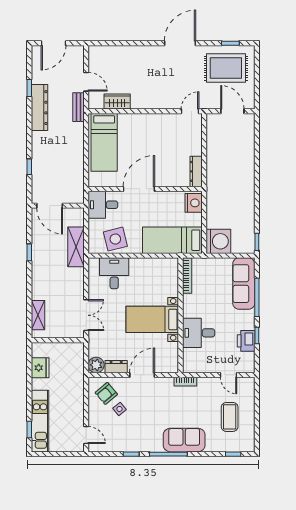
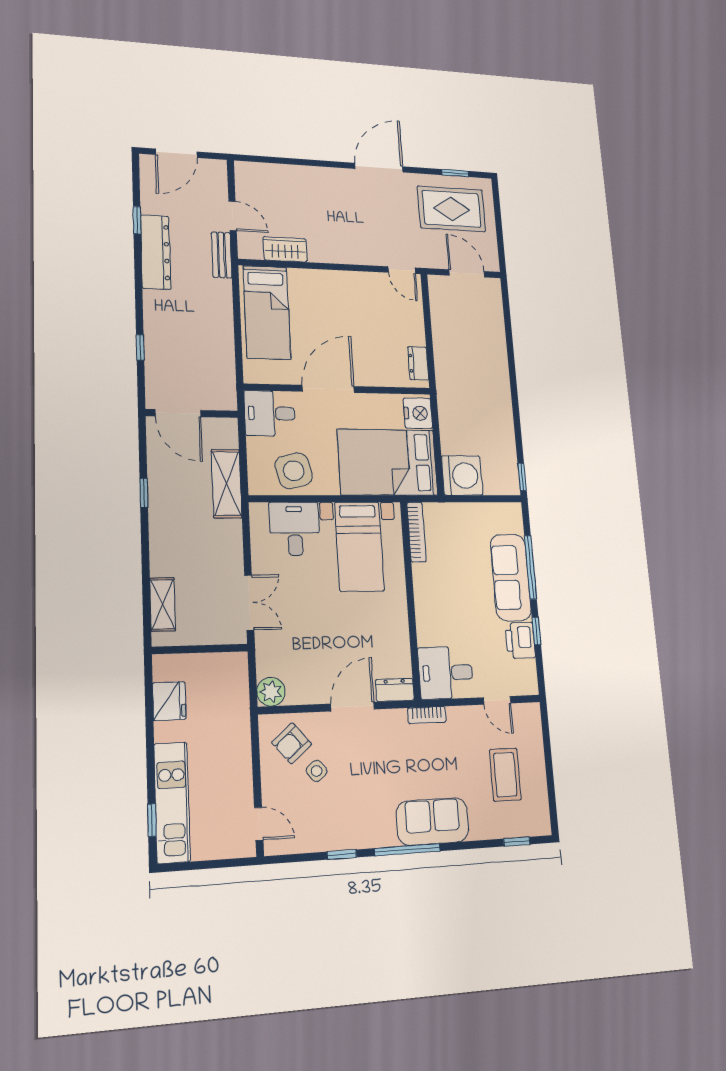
door: (190, 111) -> (402, 270), swing flipped
dresser: (196, 171) -> (418, 363), width x0.70
bed: (172, 240) -> (388, 462), width x1.50
sofa: (244, 284) -> (511, 577), moved
bed with nightstands: (152, 319) -> (359, 546), moved, turned -90
desk: (199, 333) -> (446, 673), moved
dresser: (116, 367) -> (395, 690), moved

